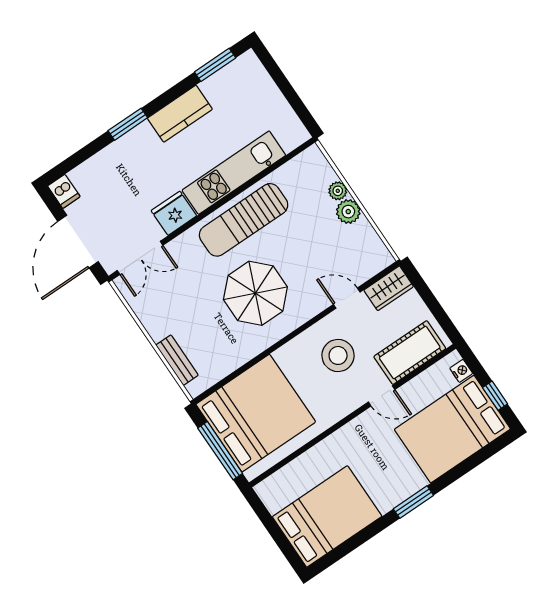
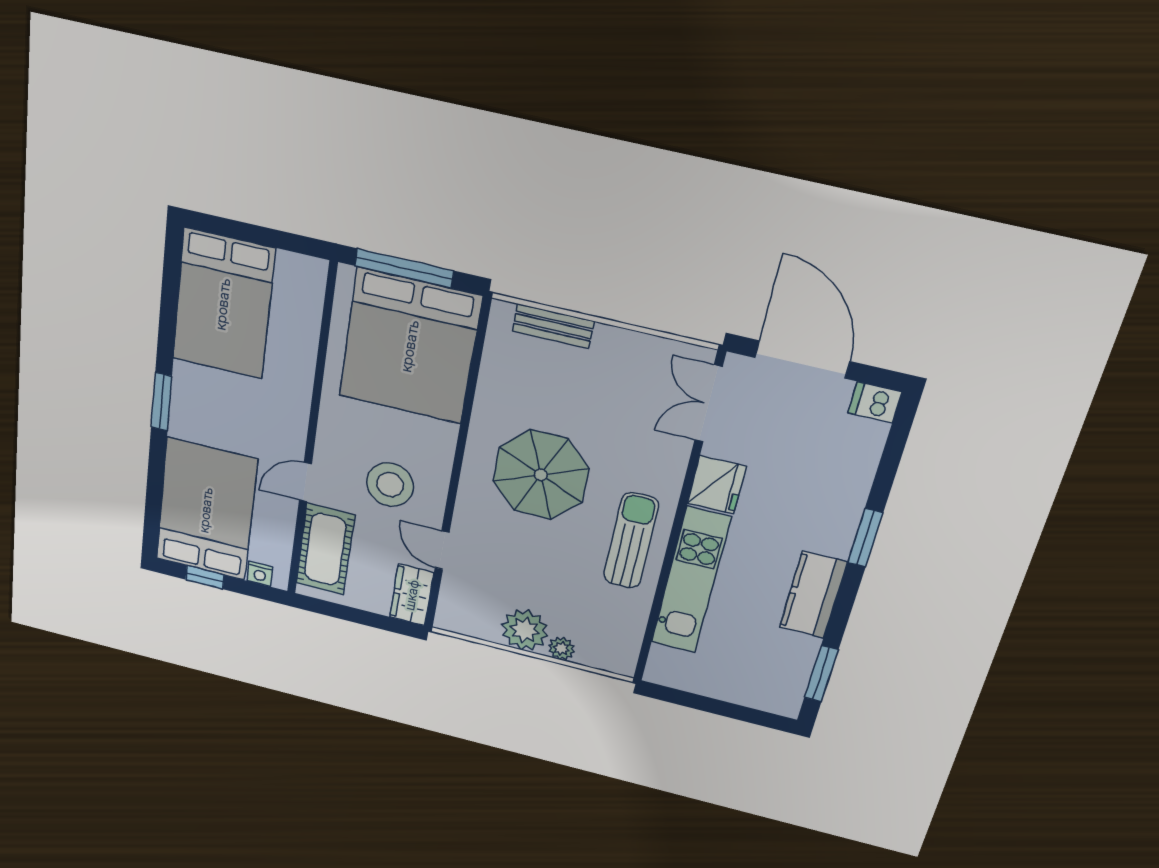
plant: (348, 212) -> (525, 630), width x1.36, depth x1.36
sun lounger: (244, 220) -> (631, 541), width x0.73, depth x0.75
door: (347, 298) -> (442, 550), swing flipped

